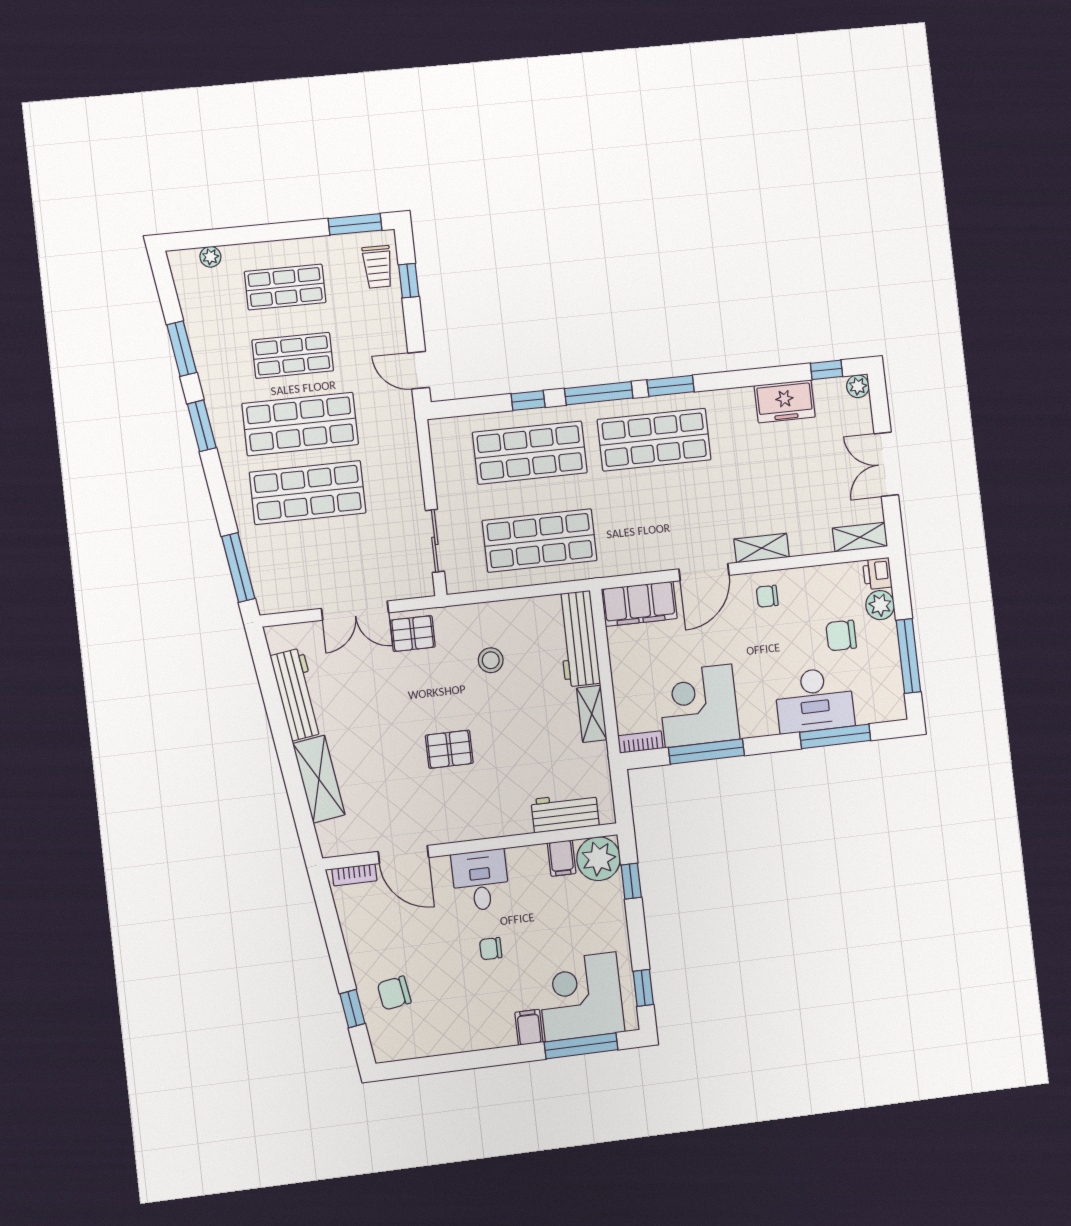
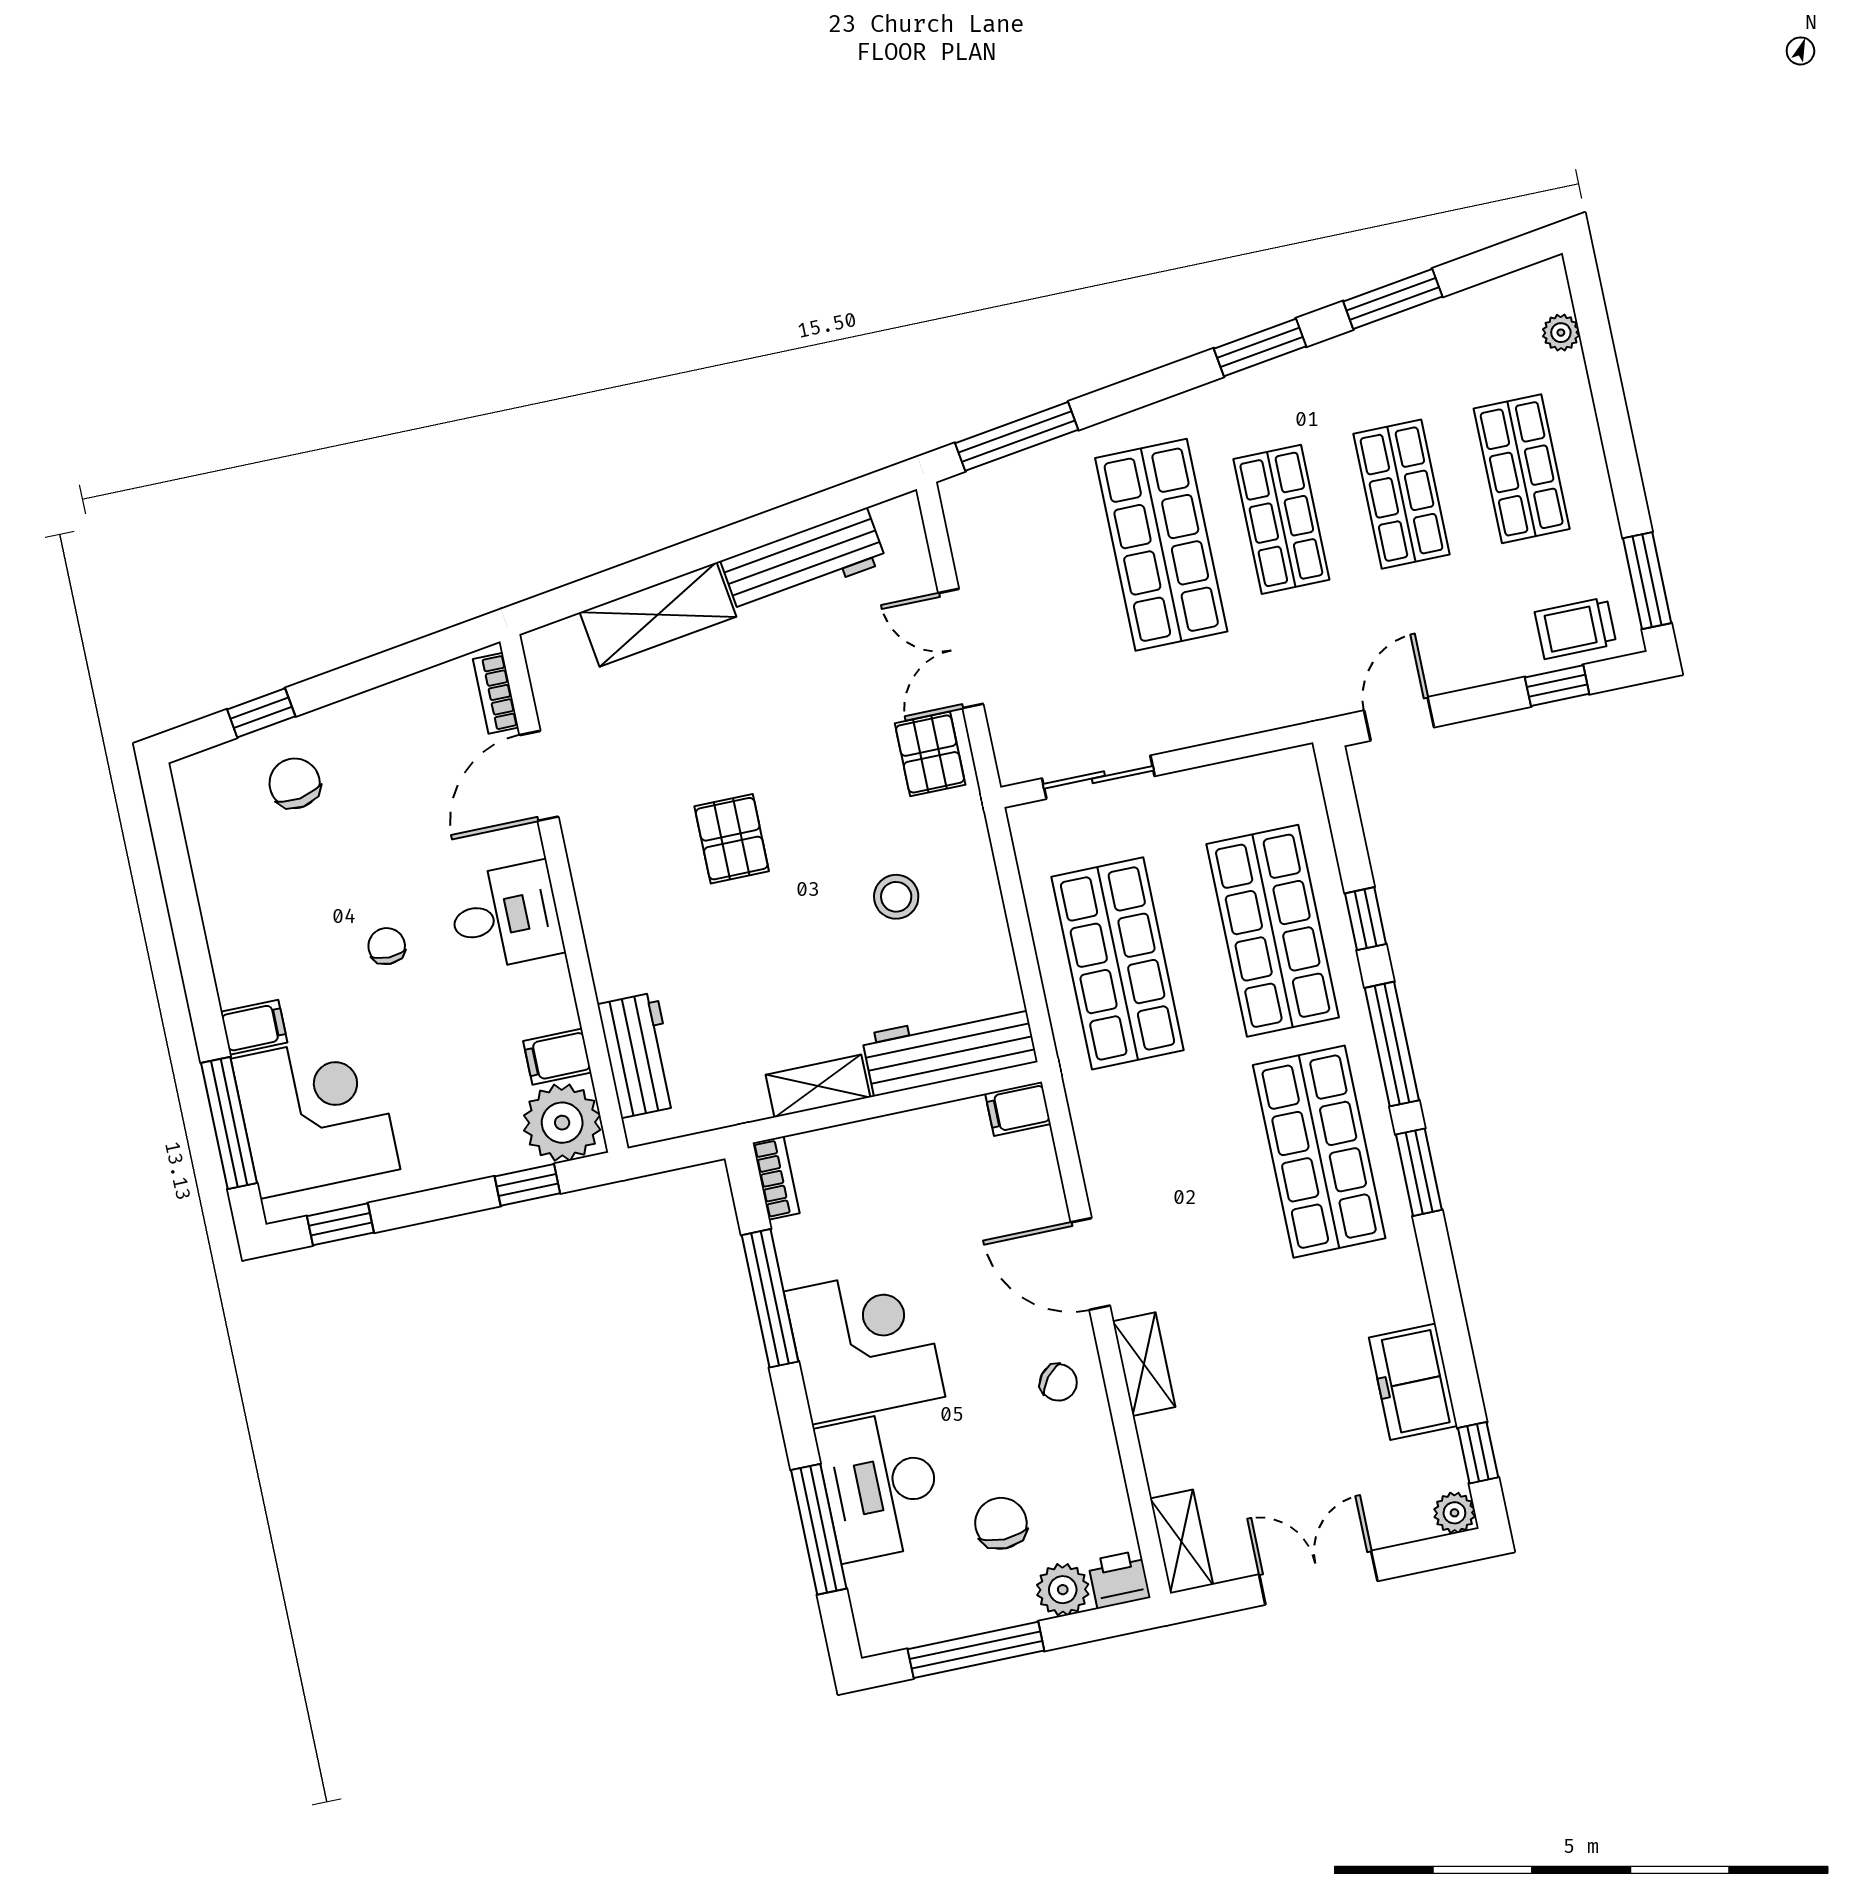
shop shelf: (300, 424) -> (1281, 519), width x0.70, depth x0.74
chair: (767, 596) -> (1058, 1382), turned 129
filing cabinet: (639, 604) -> (1018, 1109), width x0.33, depth x0.86
corner desk: (699, 706) -> (865, 1344), moved

